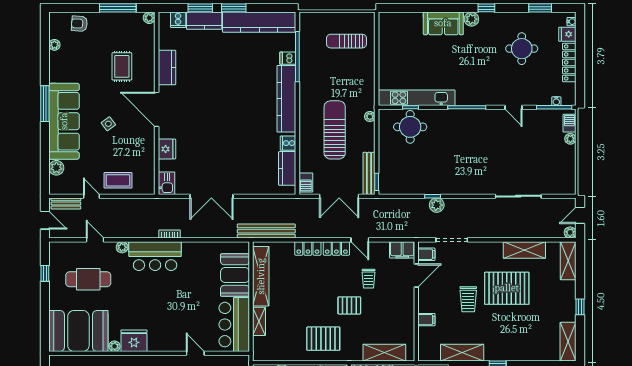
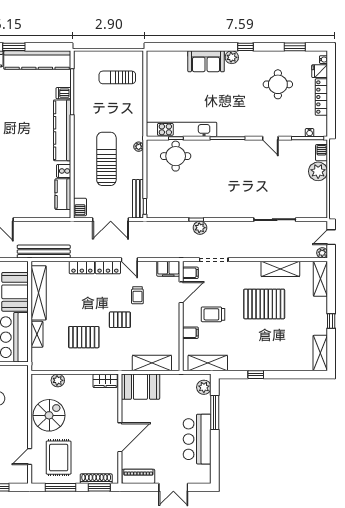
plant: (570, 139) -> (318, 171), width x1.88, depth x1.88
trolley: (468, 299) -> (213, 314), moved, turned 90
pallet: (323, 339) -> (84, 337), moved
shelving: (462, 353) -> (208, 363), moved

